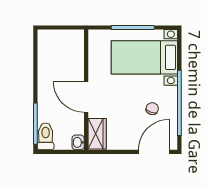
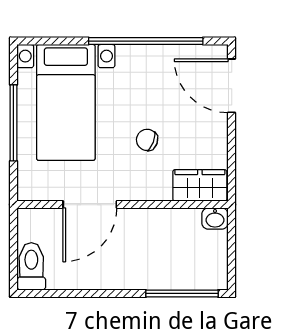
door: (86, 97) -> (90, 205), moved
chair: (152, 109) -> (147, 140), moved
toilet: (46, 136) -> (31, 266), moved, turned 90

